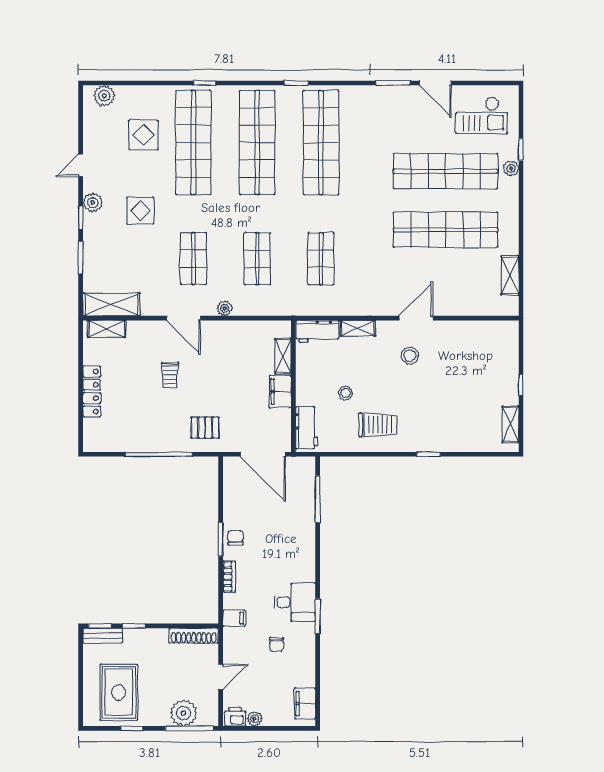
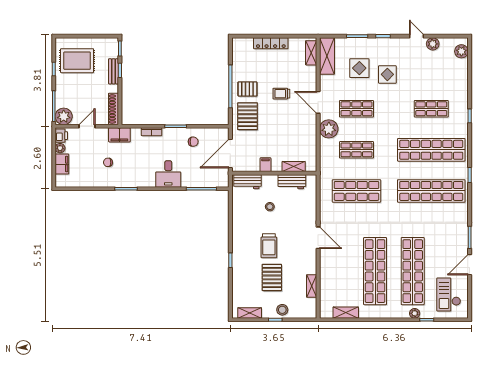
display table: (143, 135) -> (359, 68), moved
shop shelf: (193, 142) -> (431, 109), width x0.50, depth x0.74
plant: (93, 203) -> (433, 44), moved
shop shelf: (321, 259) -> (356, 191), width x1.43, depth x1.36
plant: (225, 308) -> (329, 129), width x1.87, depth x1.87
door: (183, 318) -> (318, 102), hinge flipped
door: (416, 318) -> (318, 238), moved
shelving: (358, 328) -> (312, 286), moved
workbench: (317, 331) -> (292, 182), moved, turned -90
stool: (410, 356) -> (282, 310), moved
pallet: (455, 390) -> (272, 277), added
filing cabinet: (280, 392) -> (265, 165), width x0.50
trolley: (378, 425) -> (269, 246), moved
pallet: (163, 428) -> (247, 89), added
pallet: (205, 428) -> (248, 116), width x1.50, depth x1.42
chair: (236, 538) -> (193, 142), moved
desk: (295, 602) -> (168, 174), moved
filing cabinet: (234, 618) -> (119, 135), width x2.00
bench: (103, 636) -> (114, 71), moved
door: (221, 677) -> (87, 126), swing flipped
filing cabinet: (305, 703) -> (62, 164), moved, turned 90
plant: (183, 713) -> (64, 116), moved

